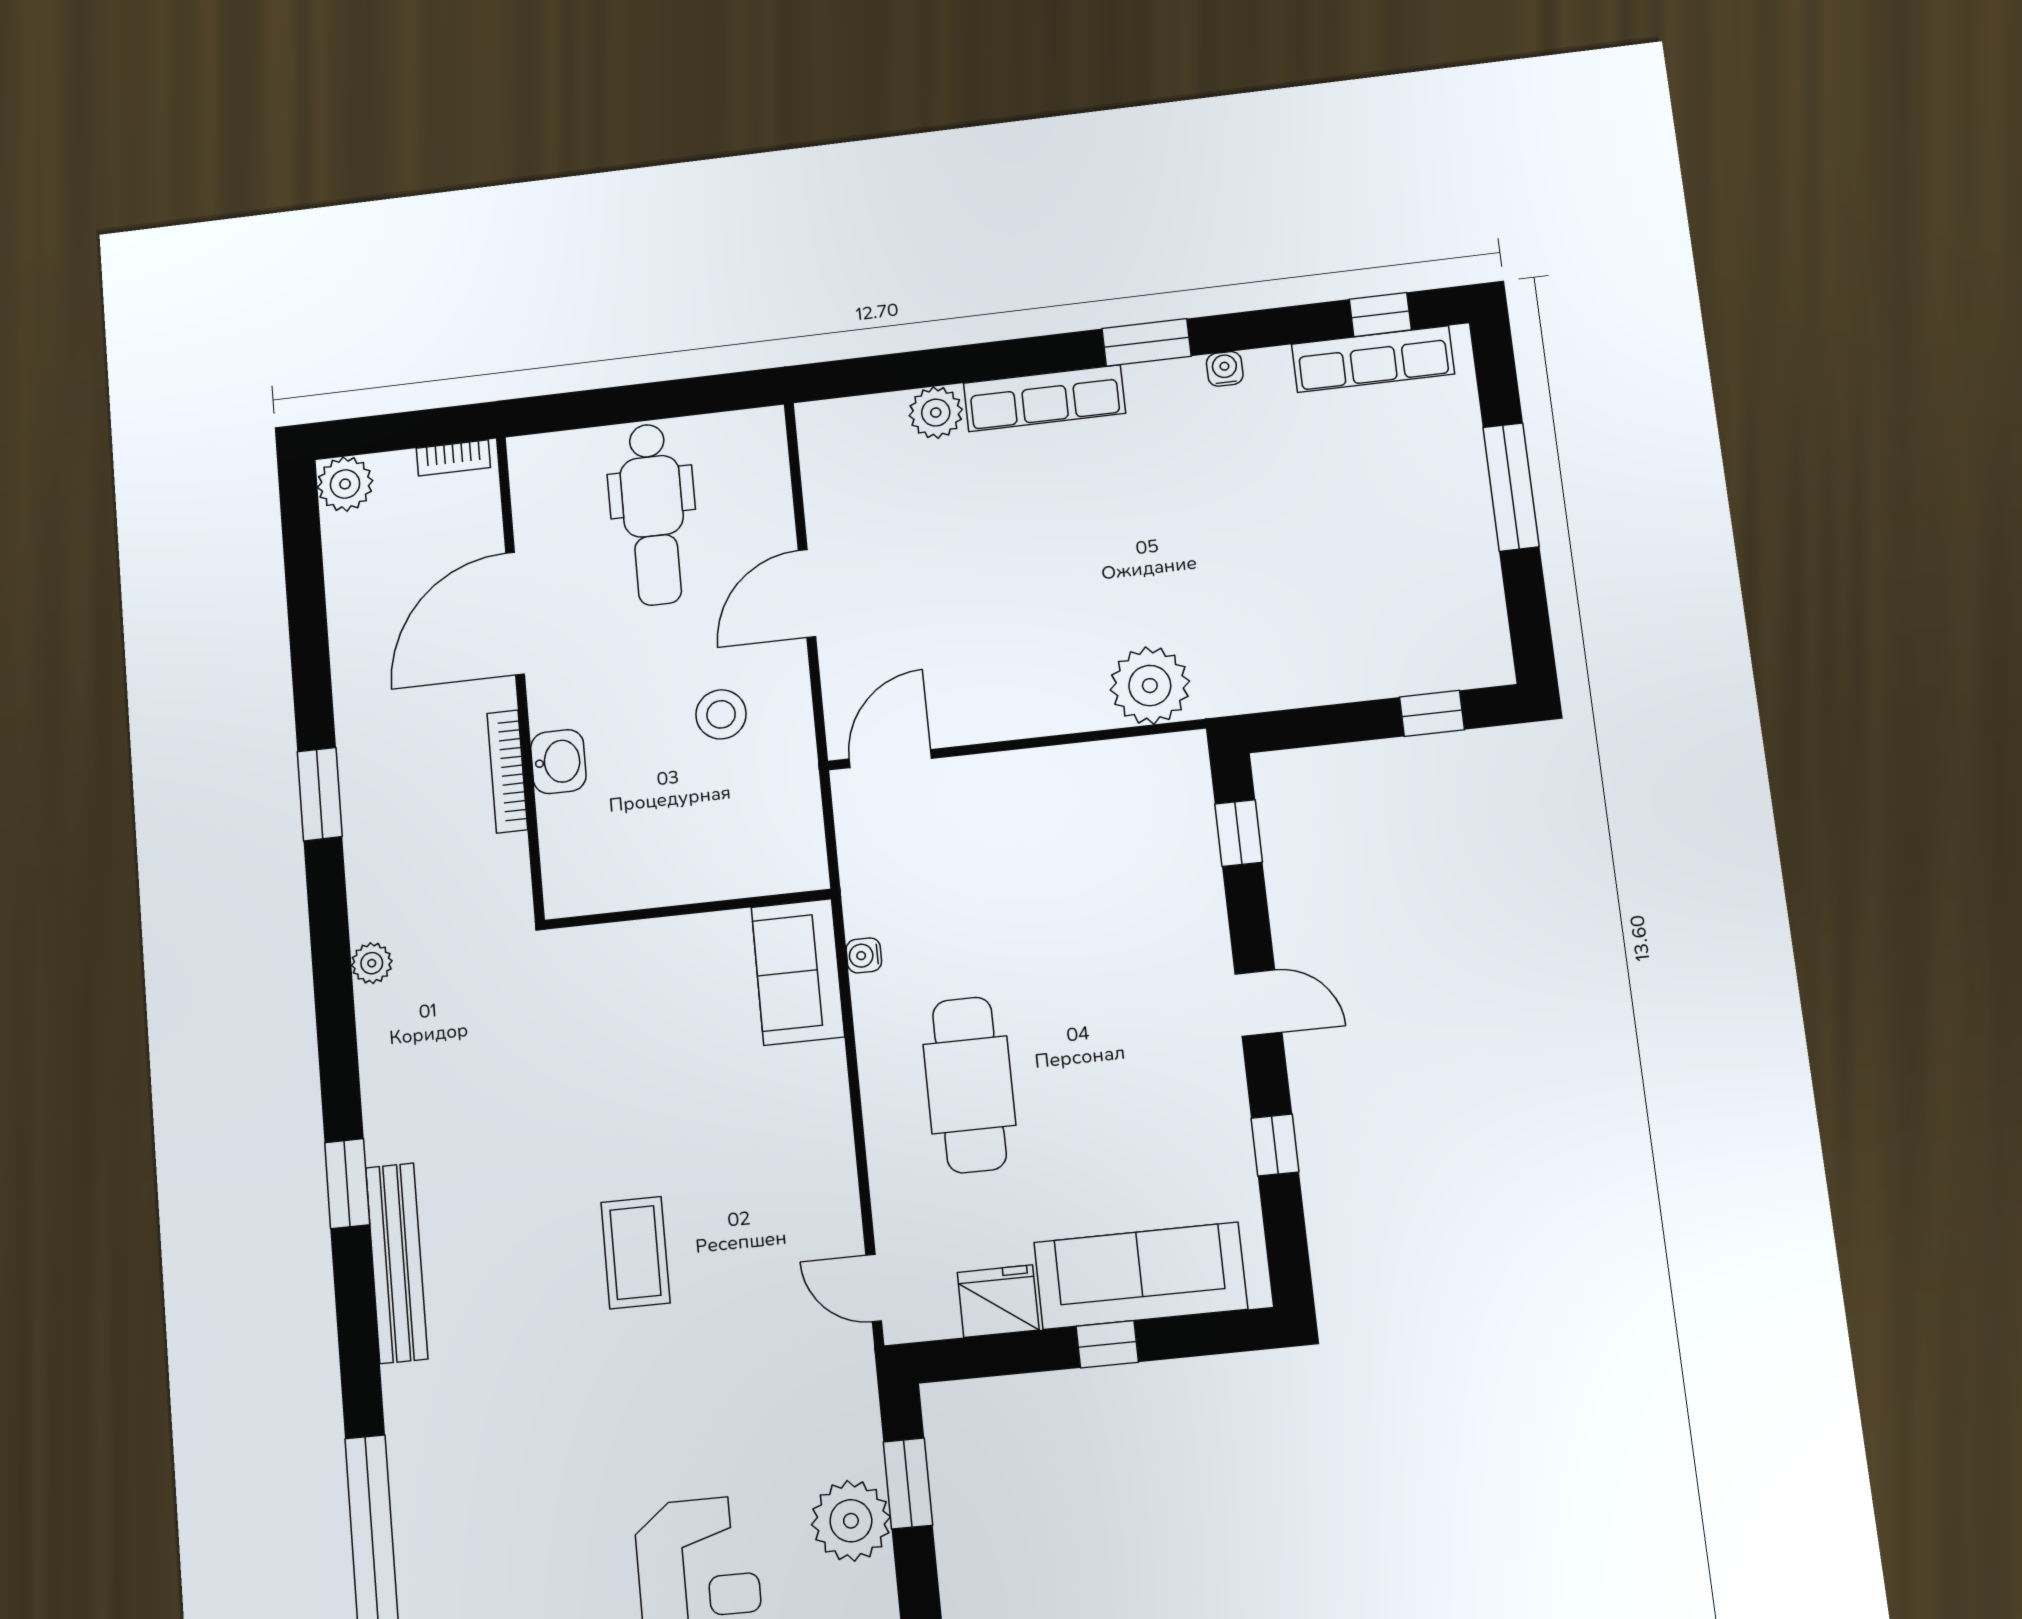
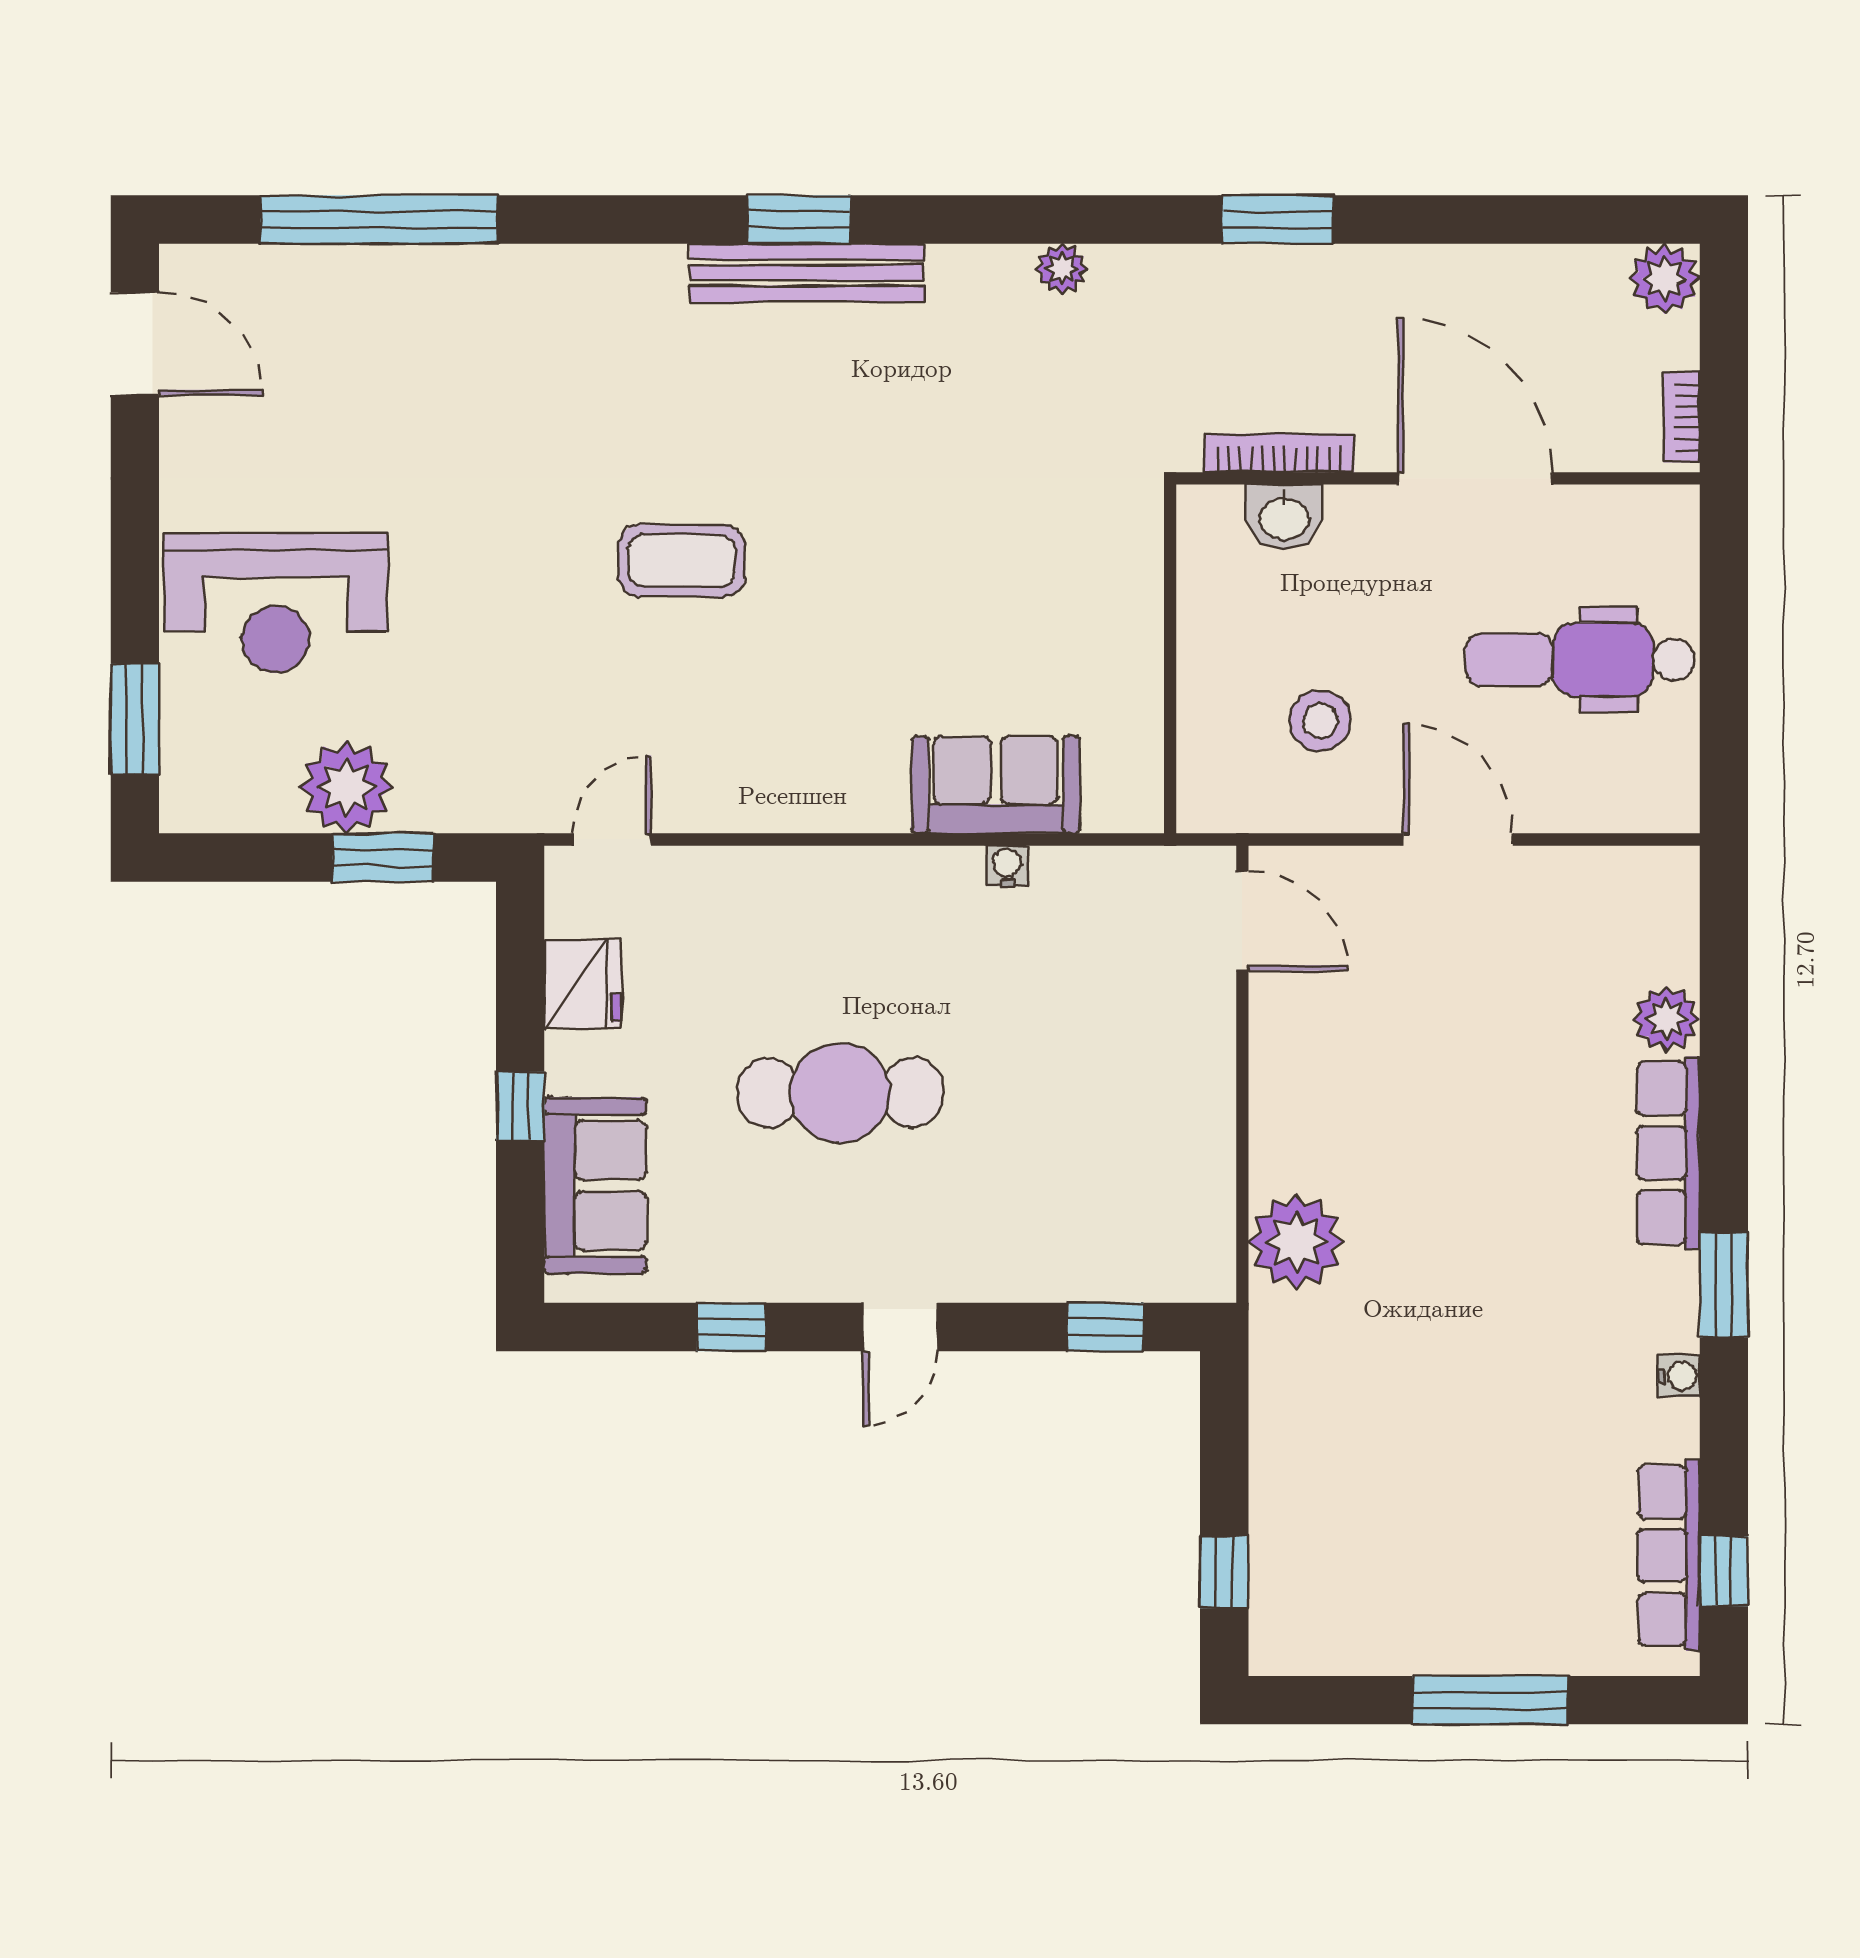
wall: (688, 909) -> (1170, 659), moved
cafe table: (969, 1085) -> (840, 1093), moved
bench: (397, 1263) -> (807, 273), moved
sofa: (1141, 1276) -> (595, 1185), width x0.73

